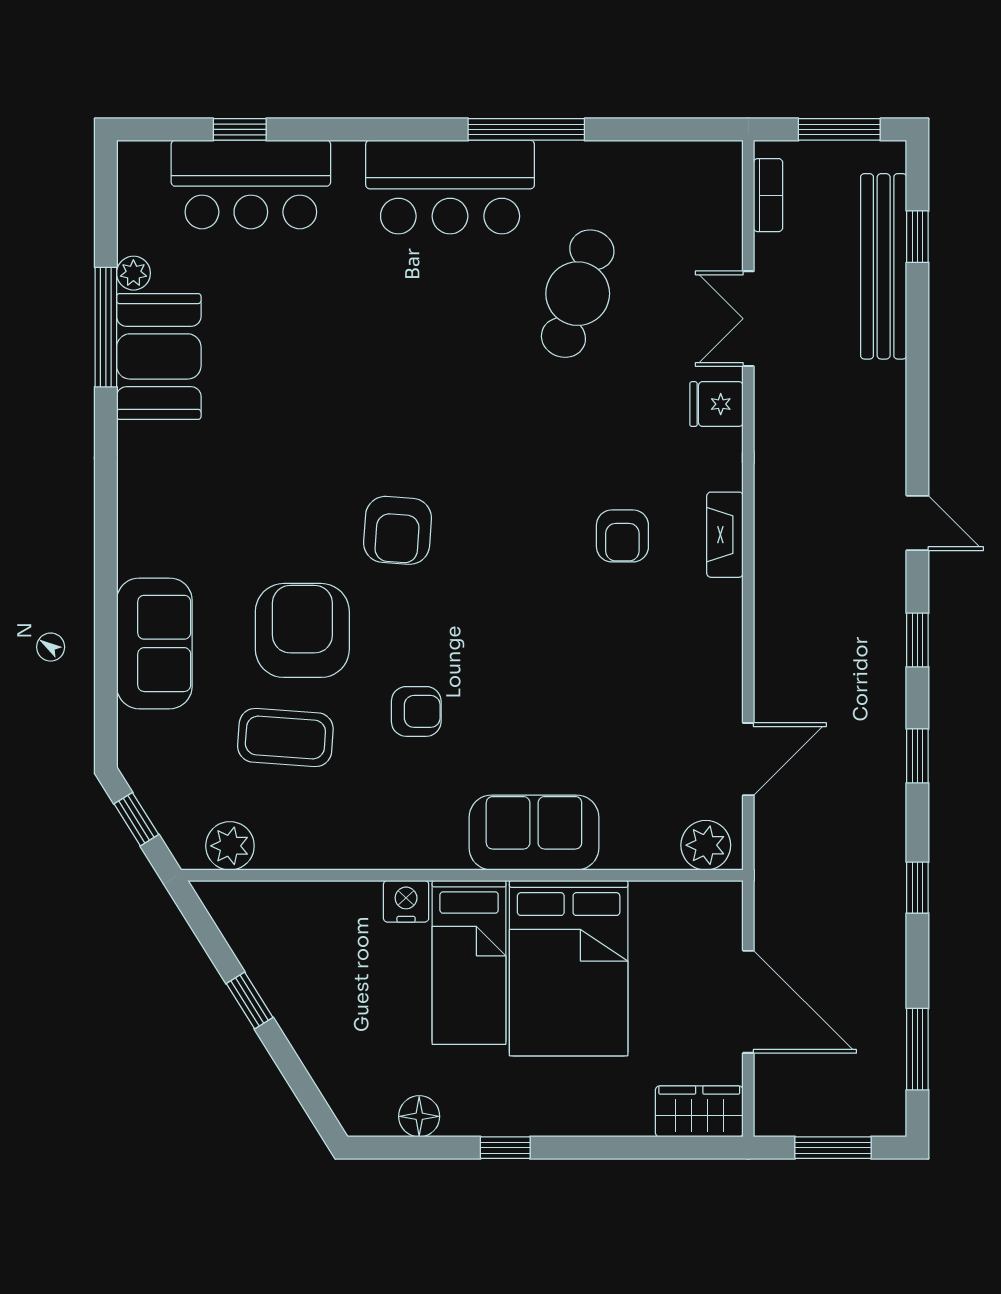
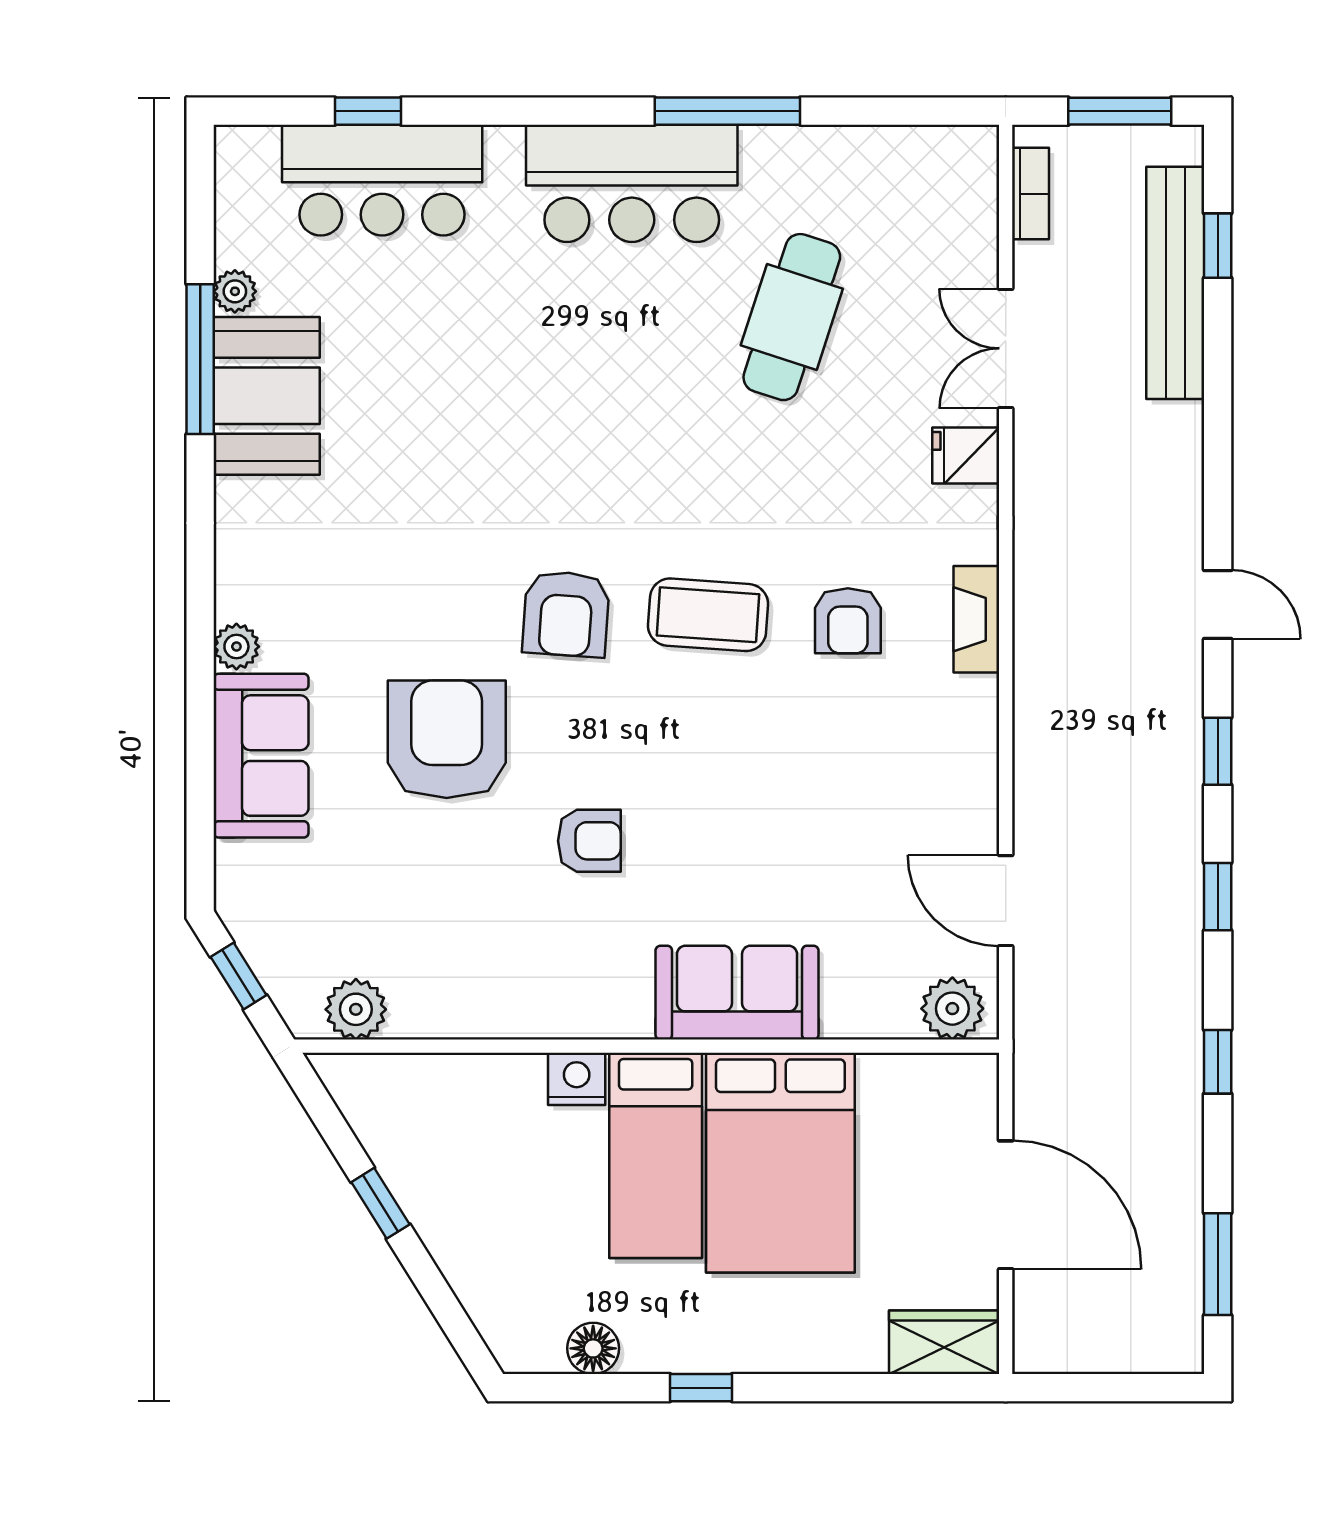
plant: (135, 556) -> (236, 647), added
coffee table: (285, 738) -> (708, 615), moved
door: (748, 759) -> (1006, 901), swing flipped
window: (833, 1148) -> (1112, 1388), removed

